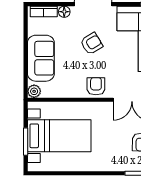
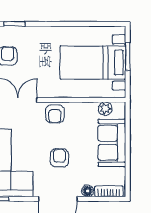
armchair: (91, 44) -> (59, 158), turned 121
plant: (34, 91) -> (105, 109), moved

